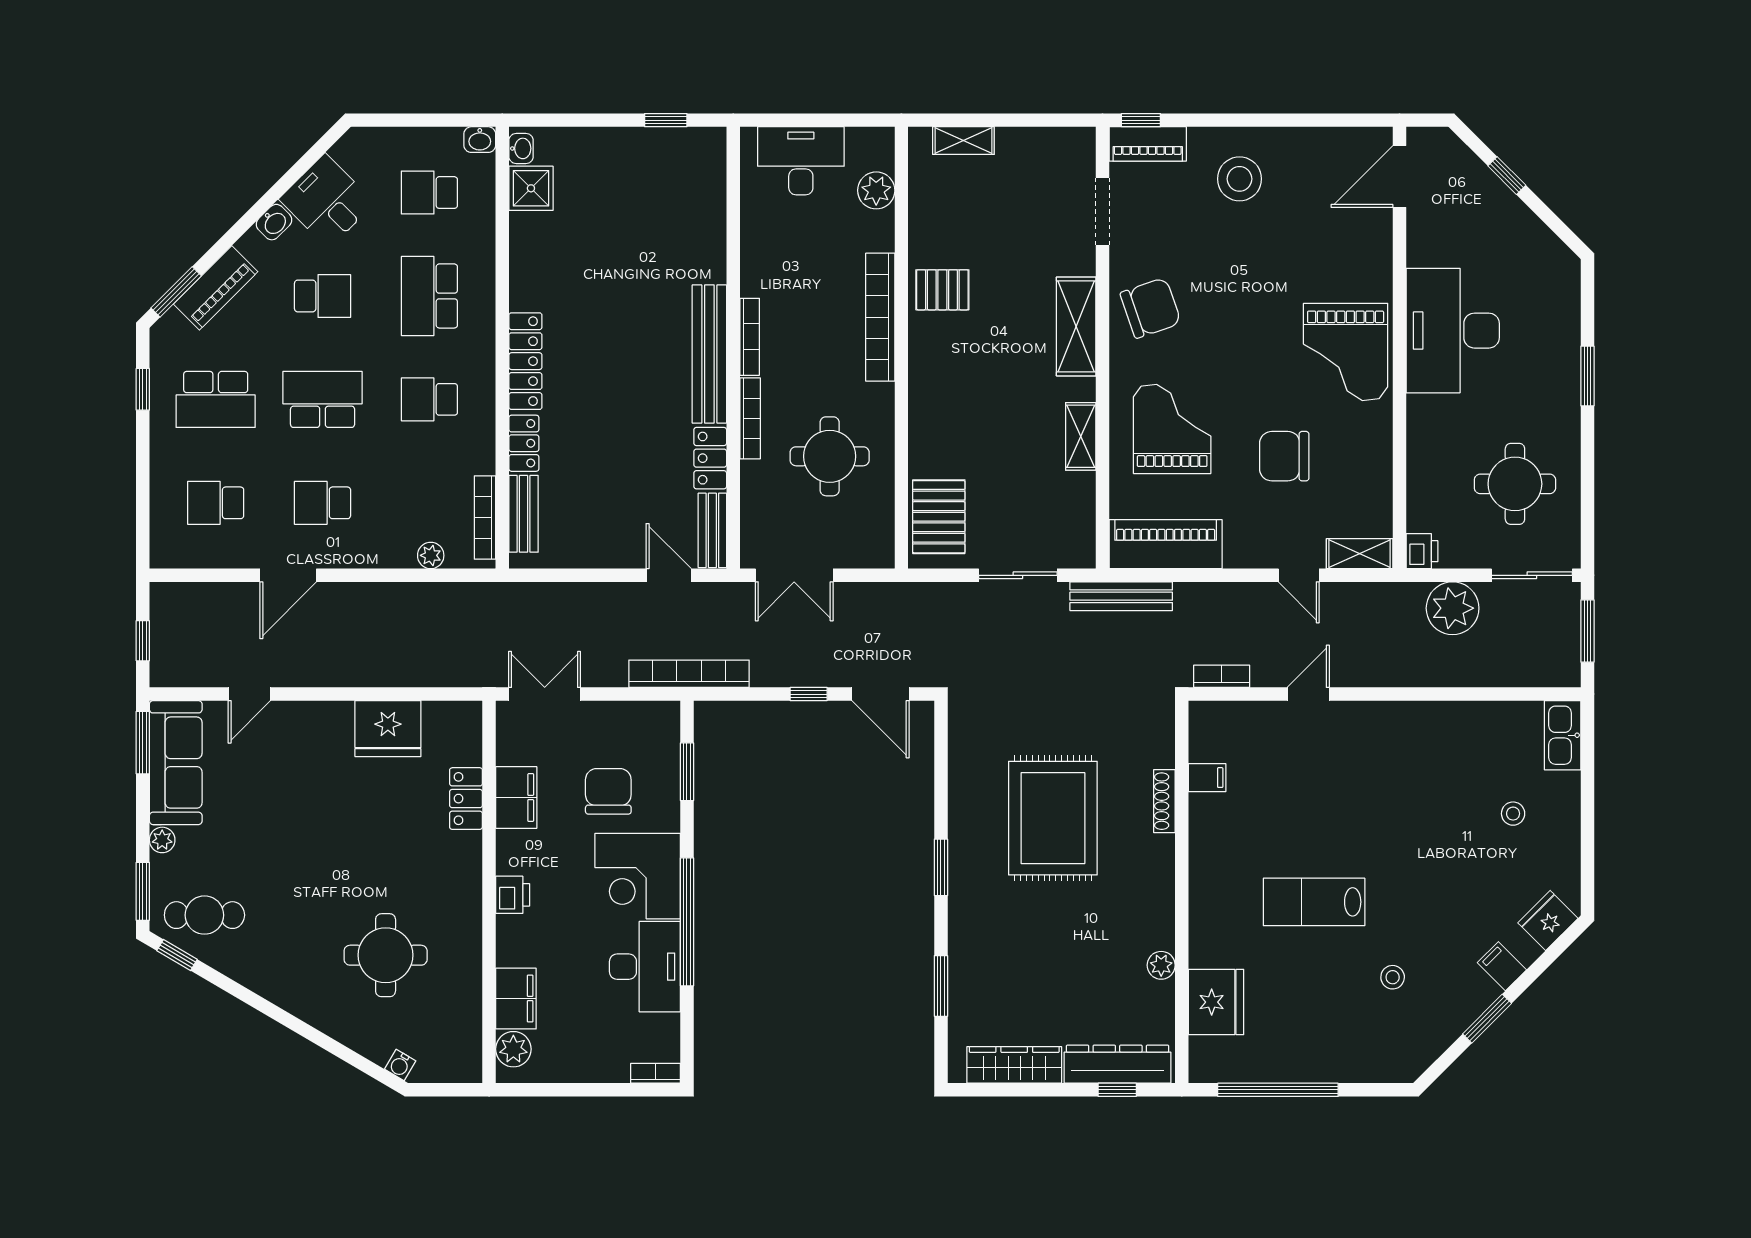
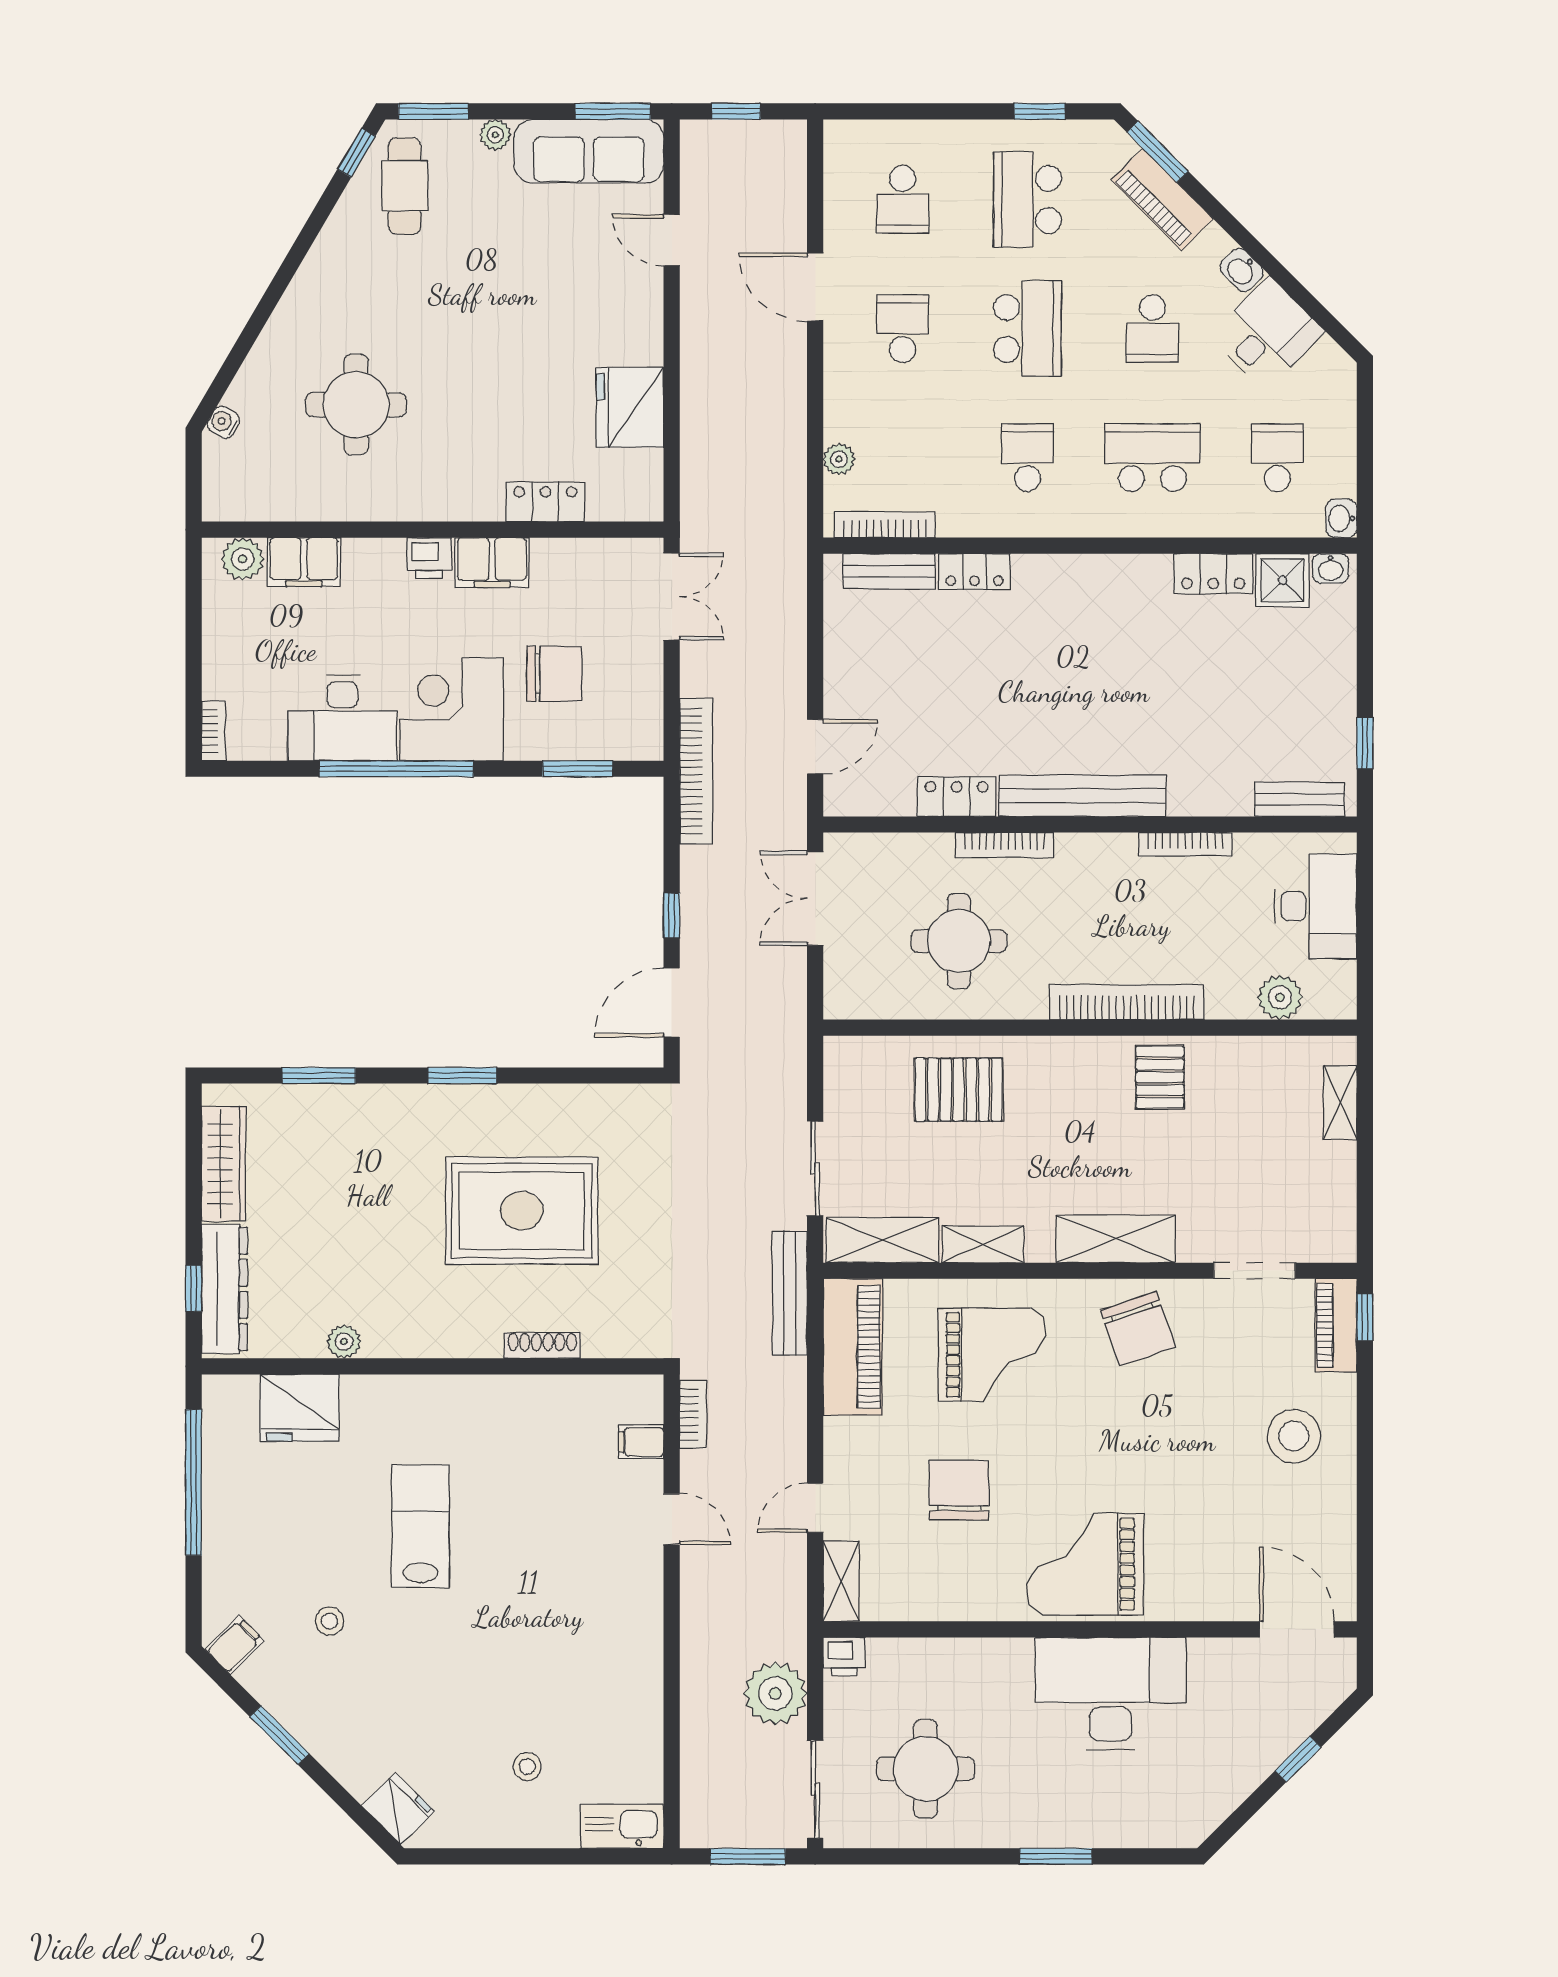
bookcase: (750, 337) -> (1185, 844), moved
locker: (525, 361) -> (1213, 574), moved, width x0.66
school desk: (216, 503) -> (903, 199), turned 180
pallet: (939, 517) -> (958, 1090), moved
shelving: (1077, 520) -> (882, 1240), added
bench: (712, 530) -> (1300, 799), moved
filing cabinet: (1207, 778) -> (641, 1442), moved, turned 90
filing cabinet: (516, 798) -> (492, 563), moved
filing cabinet: (1502, 966) -> (235, 1645), moved

